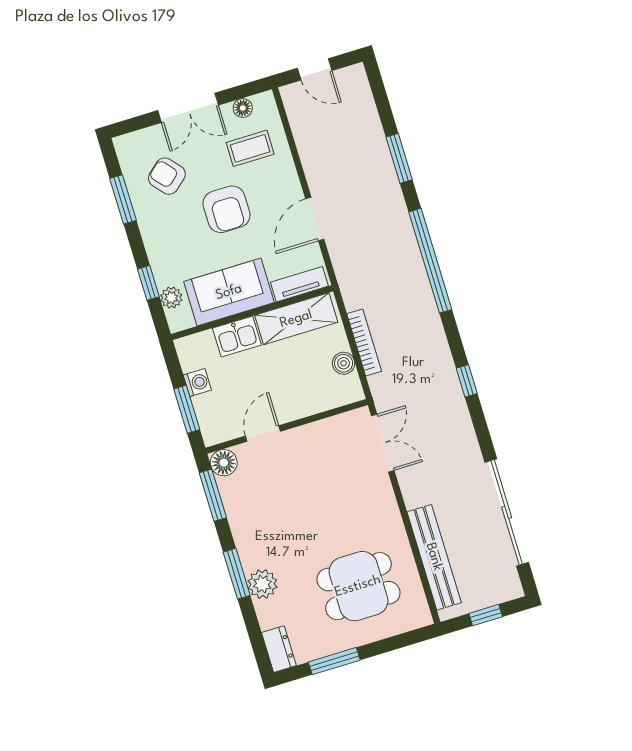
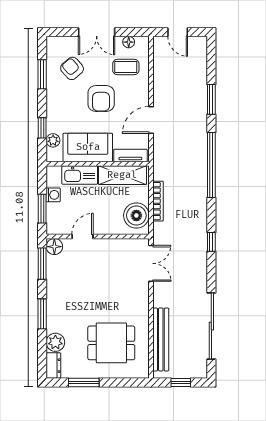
kitchen sink: (237, 337) -> (80, 175), width x1.38
boiler: (344, 363) -> (136, 215), width x1.86, depth x1.86
plant: (262, 584) -> (55, 342), moved

